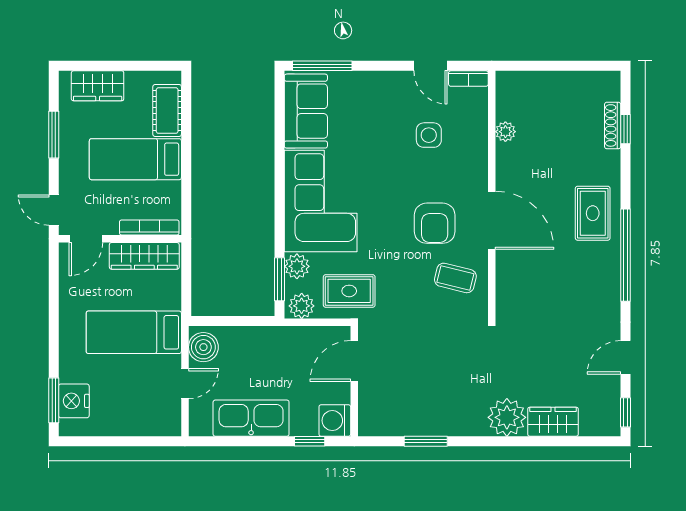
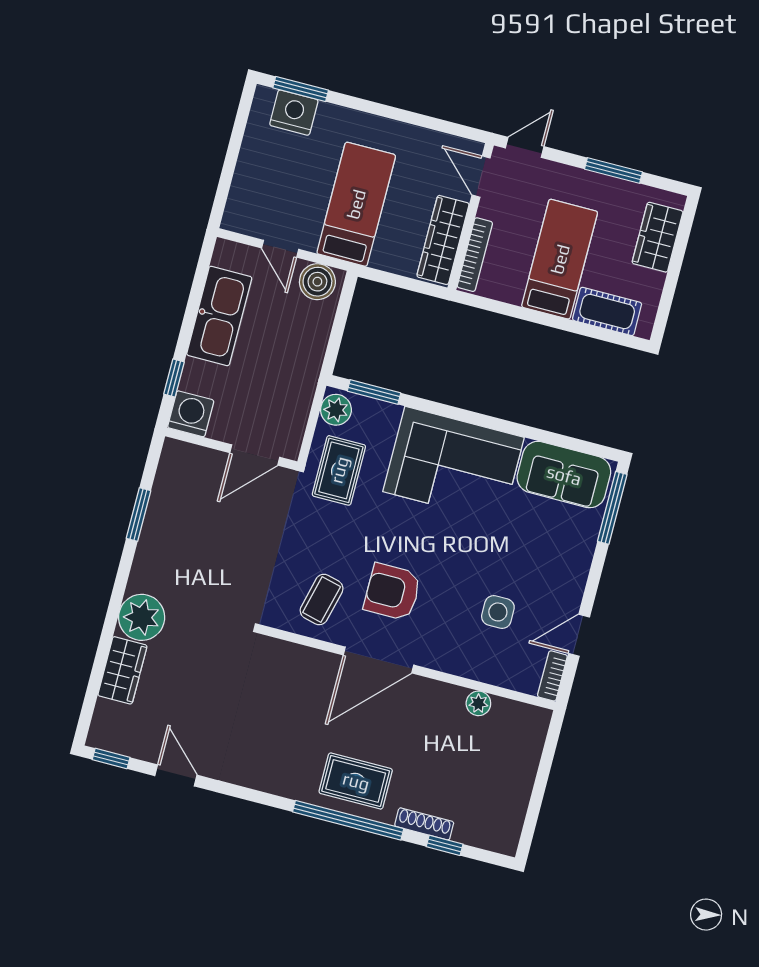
shoe rack: (613, 125) -> (424, 824), moved
window: (625, 255) -> (348, 820), moved
plant: (297, 266) -> (384, 416), removed
door: (354, 361) -> (255, 455), swing flipped

